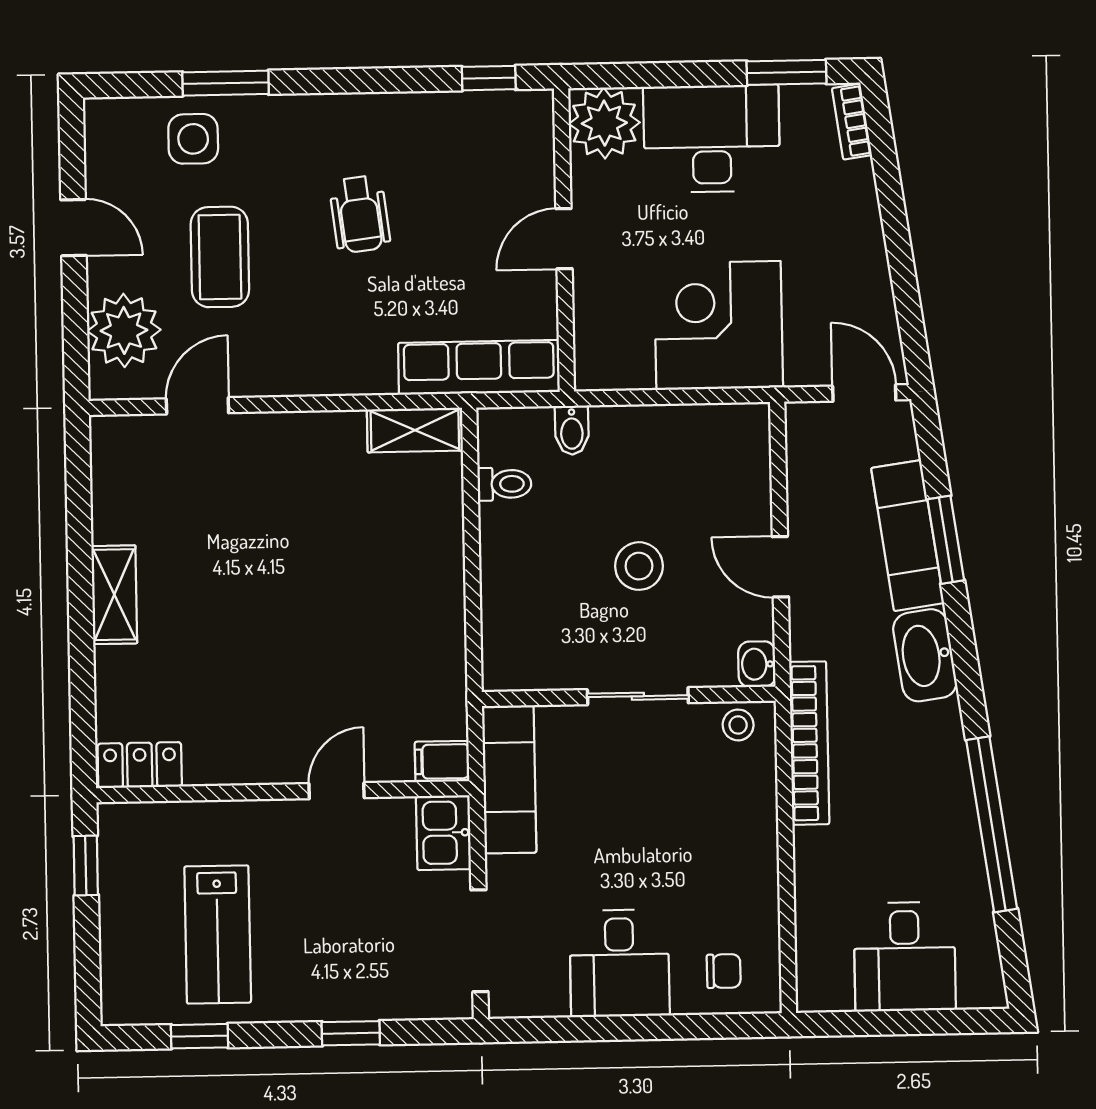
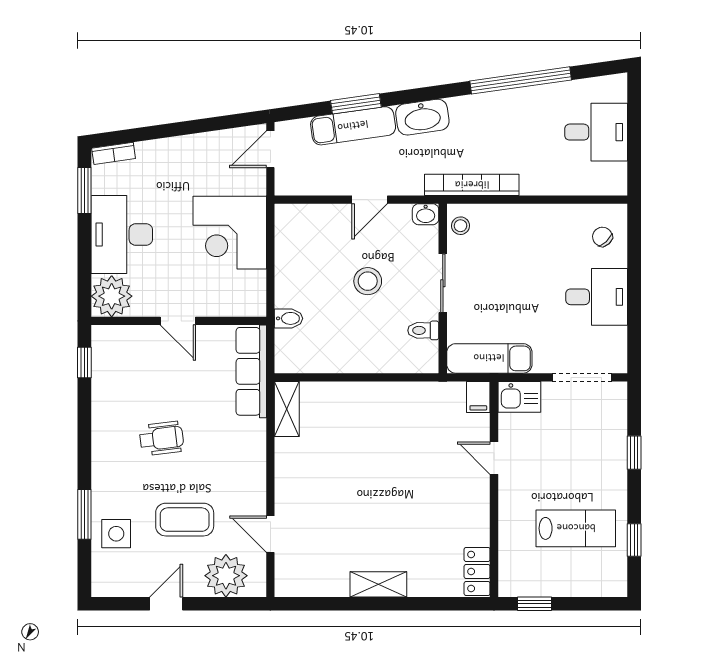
toilet: (504, 484) -> (423, 330), moved, turned -90
chair: (724, 971) -> (602, 237), turned -43

